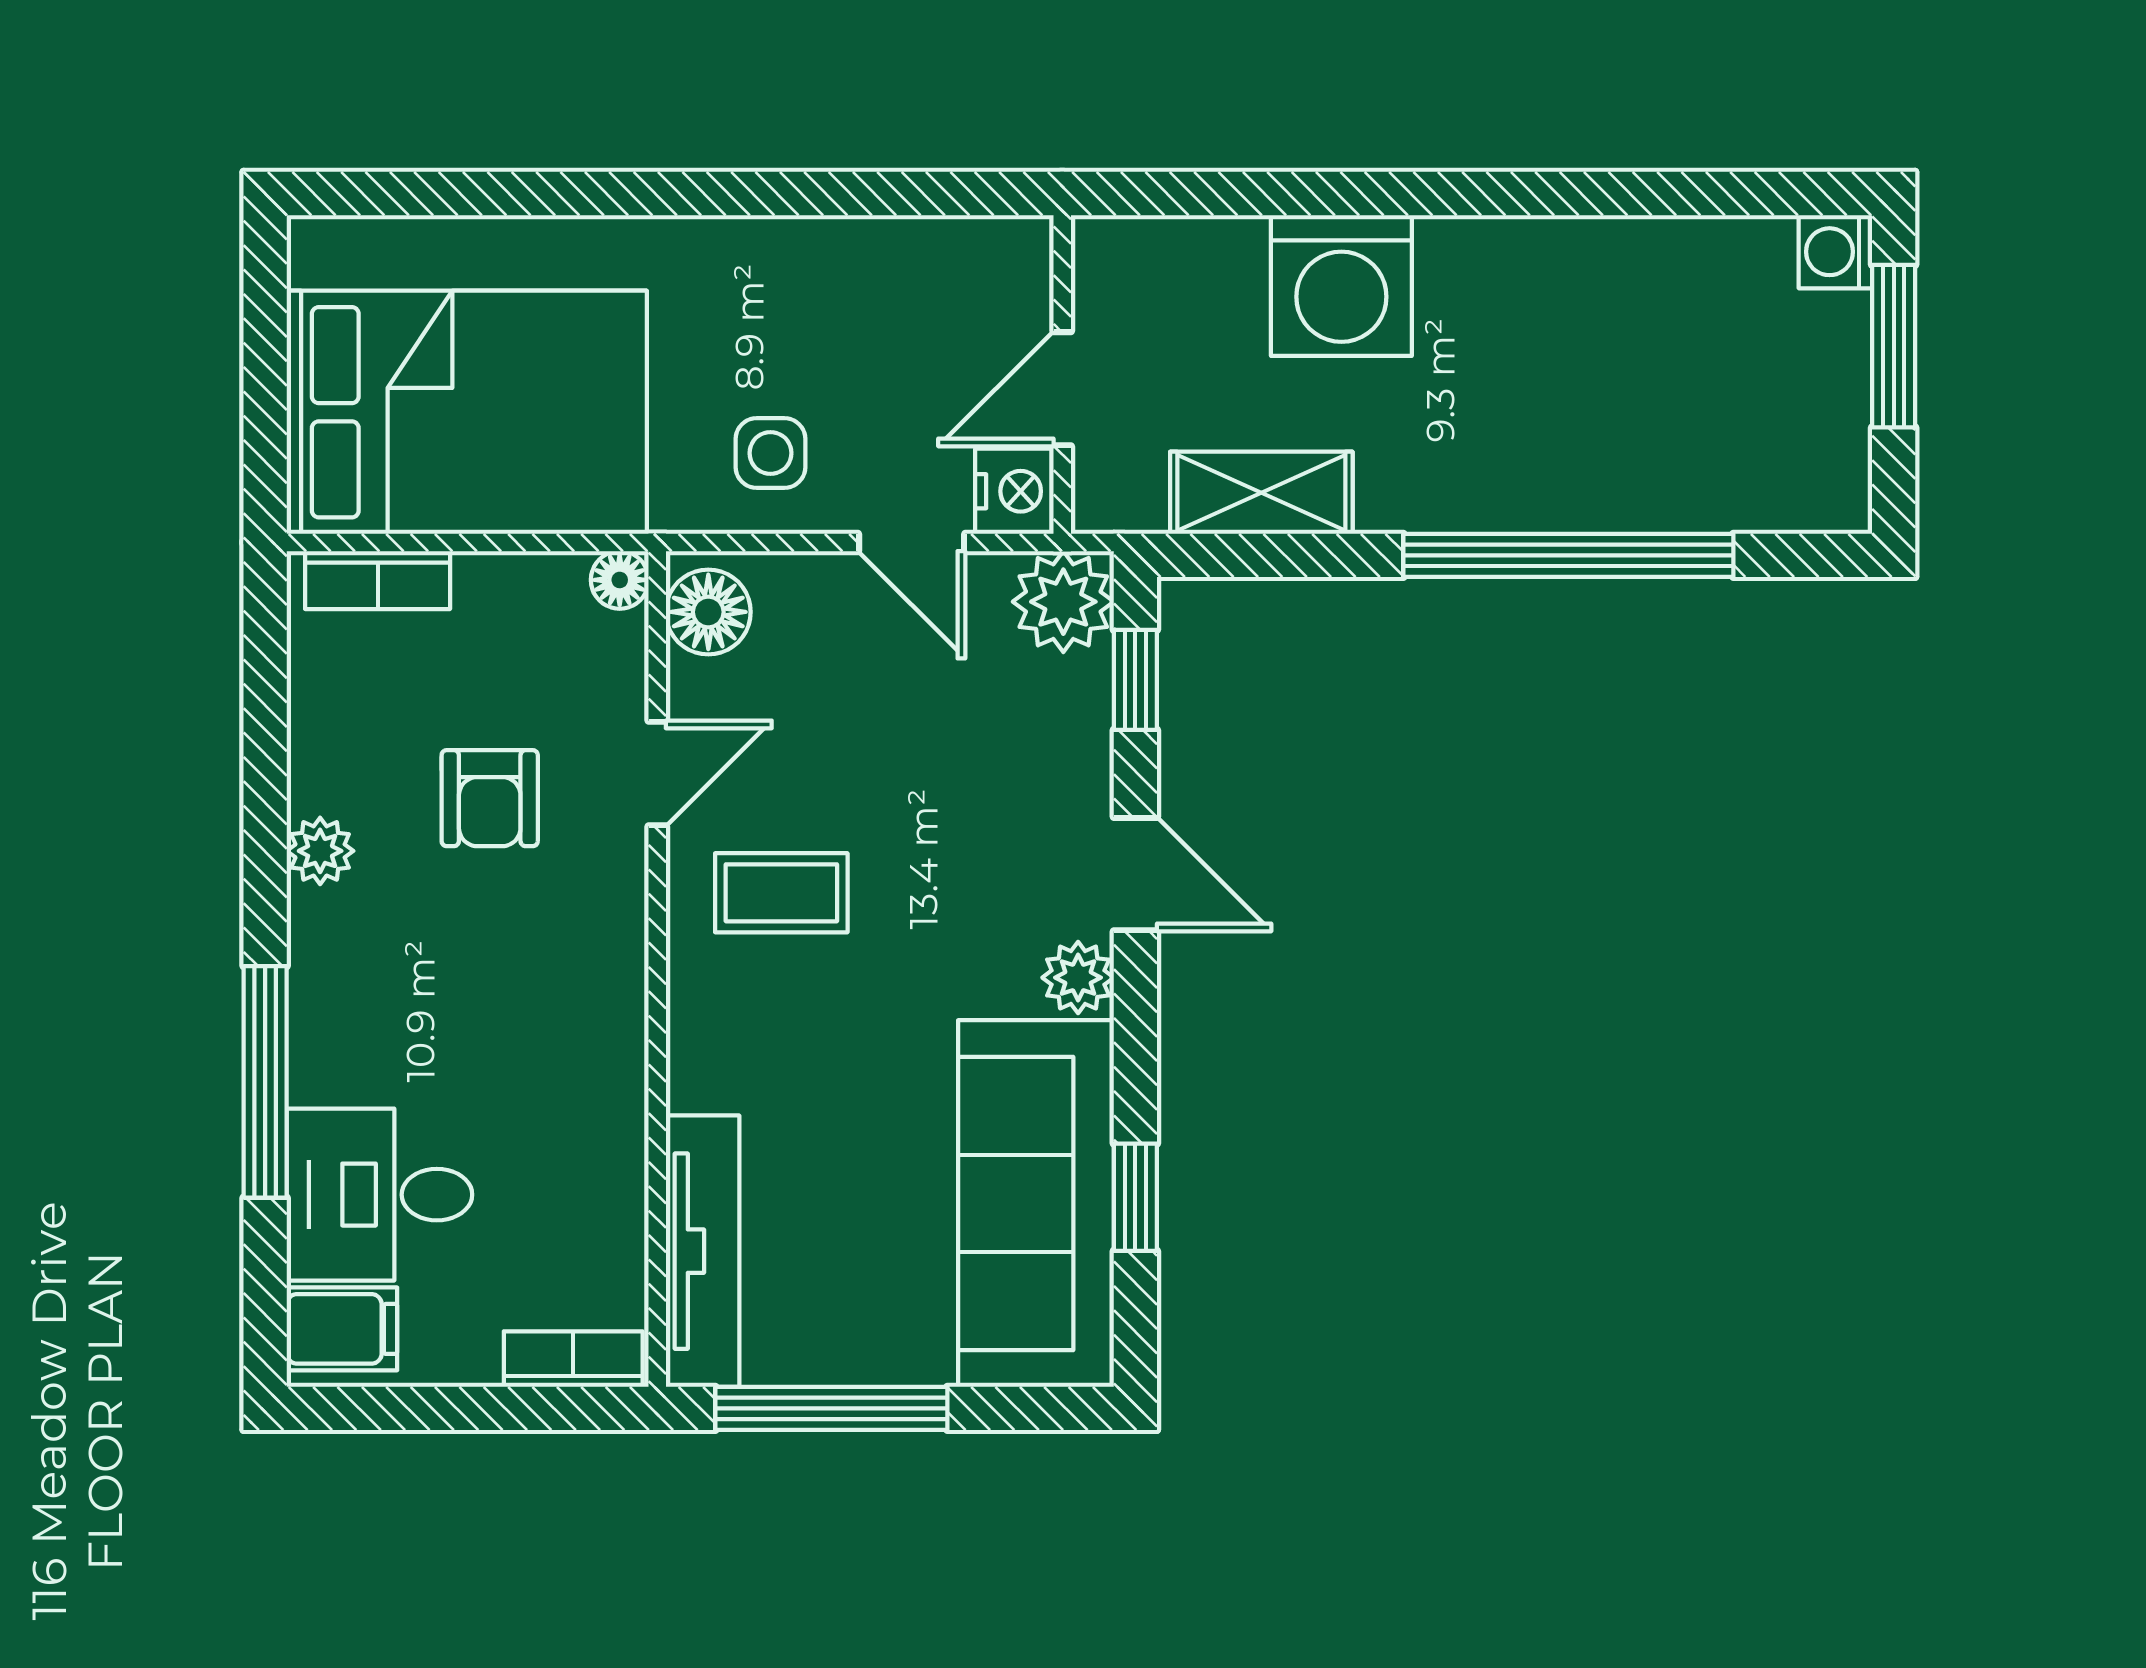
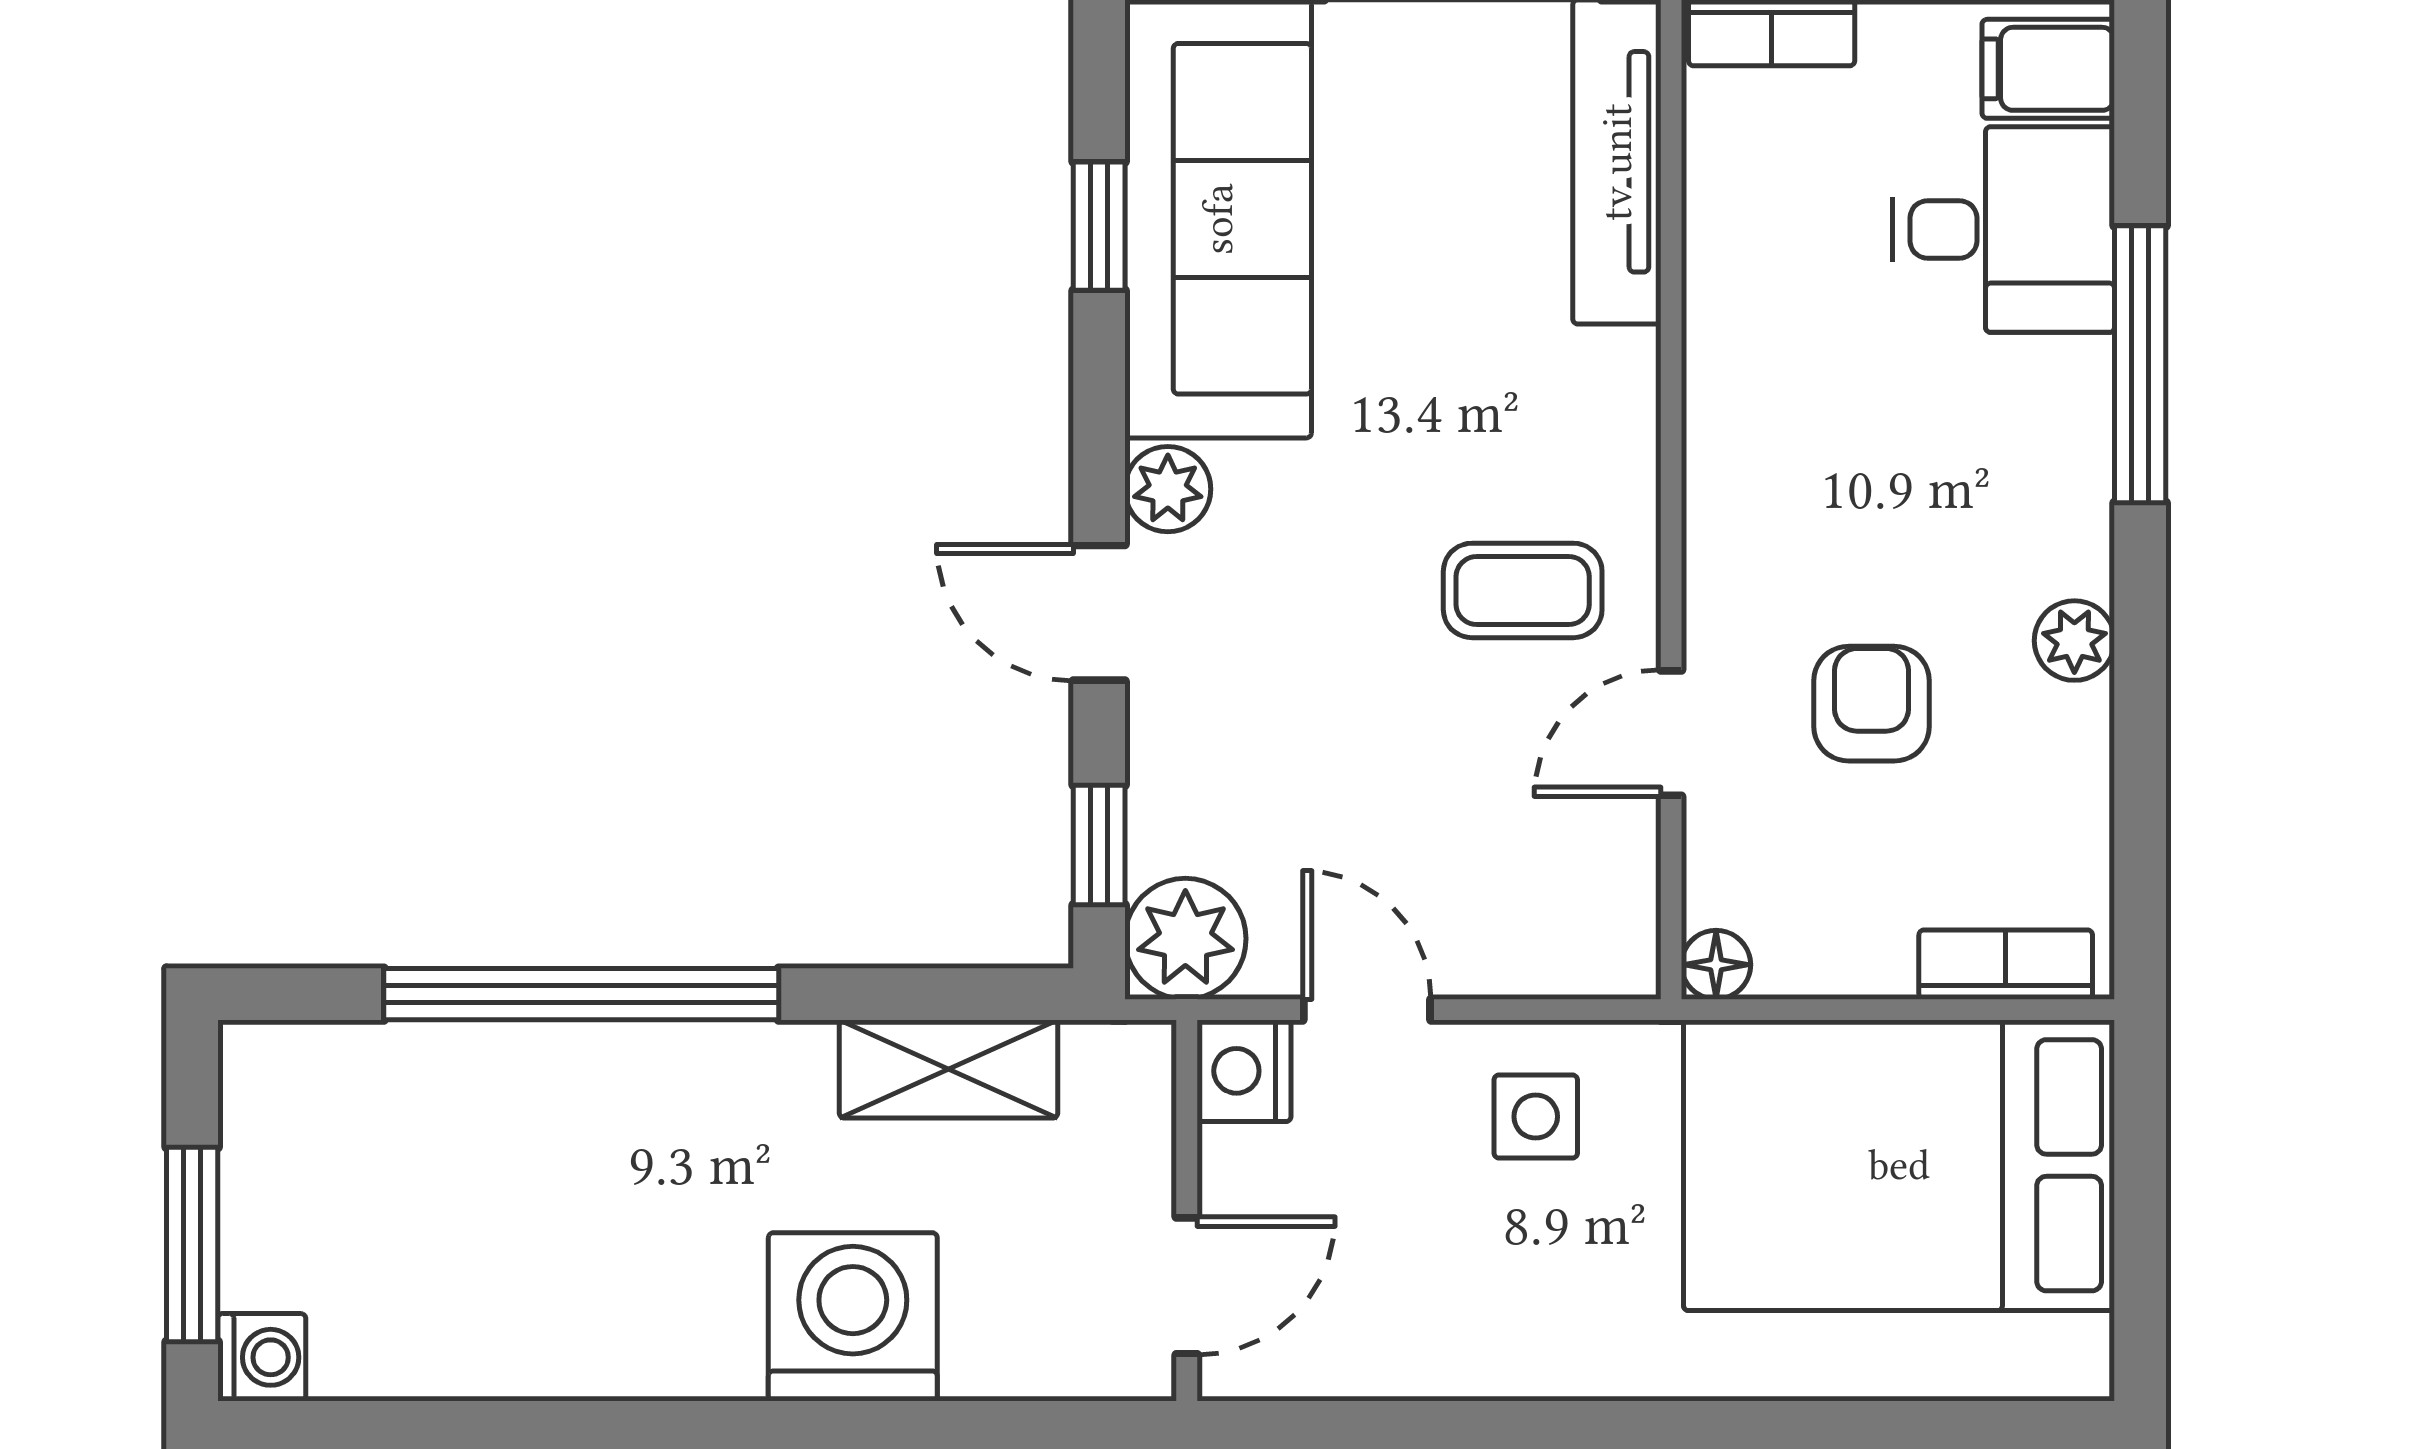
door: (1062, 389) -> (1187, 1286), moved
floor lamp: (708, 612) -> (1610, 926), removed

